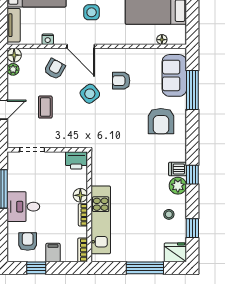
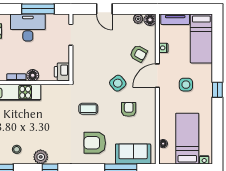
coffee table: (45, 107) -> (88, 109), moved
dishwasher: (178, 169) -> (55, 157), removed
desk: (23, 207) -> (28, 27), width x1.37

